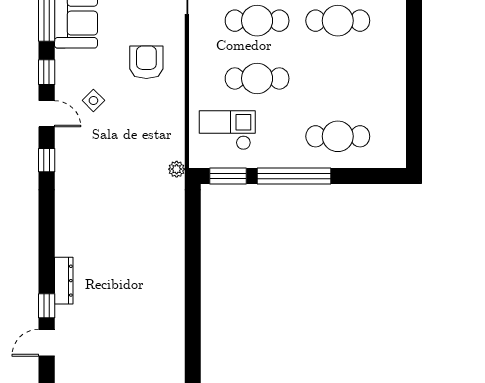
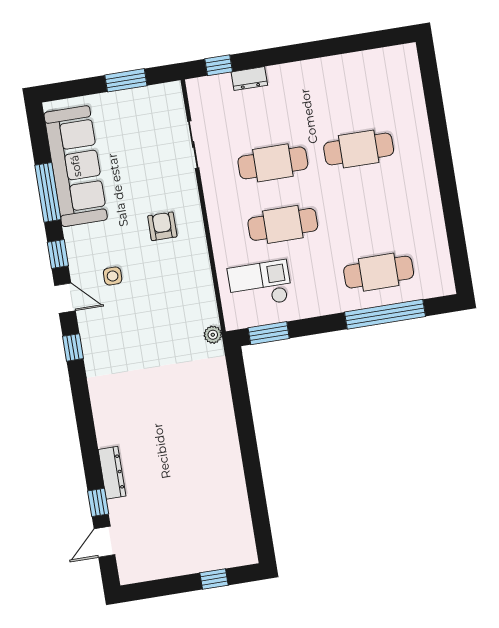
armchair: (146, 62) -> (162, 226), width x0.72, depth x0.72
side table: (93, 100) -> (113, 276), turned 45
window: (294, 176) -> (385, 314), moved

